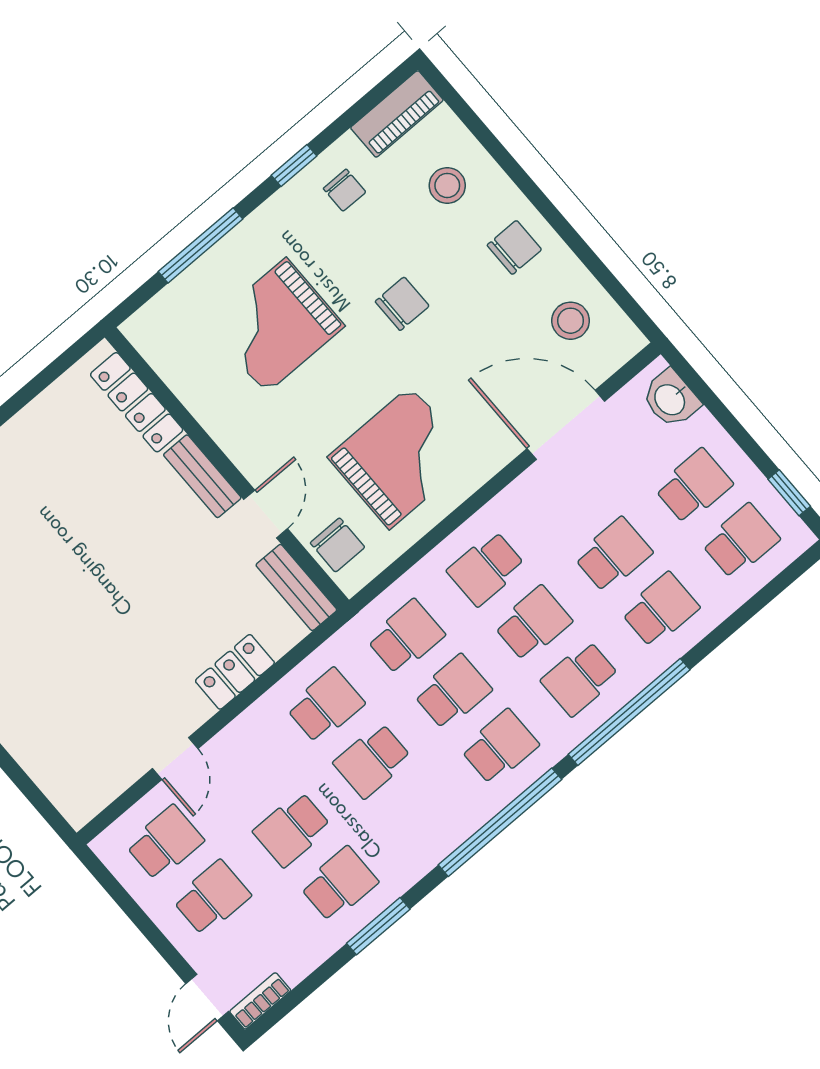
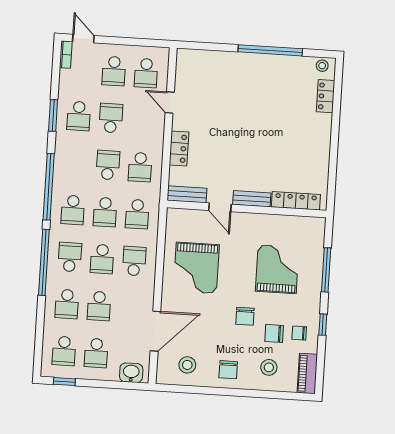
chair: (337, 545) -> (274, 333), moved

